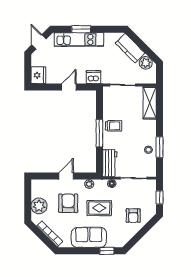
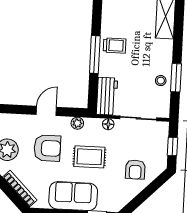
armchair: (68, 203) -> (47, 148), turned 90

